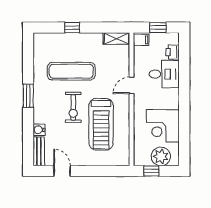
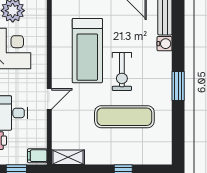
exercise bike: (73, 107) -> (122, 71), turned 180
treadmill: (101, 124) -> (87, 51), turned 180

